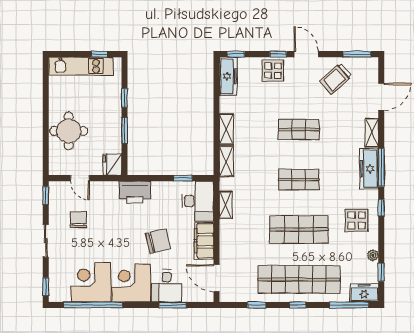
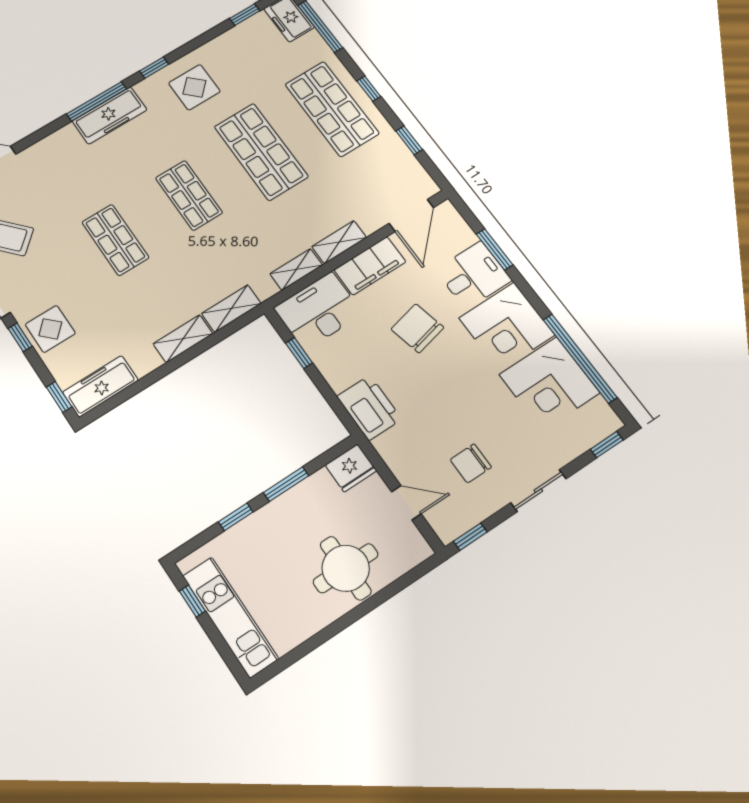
shelving: (372, 133) -> (339, 242), moved
door: (80, 178) -> (406, 503), hinge flipped
plant: (373, 255) -> (229, 38), removed
shop shelf: (299, 280) -> (332, 109), width x0.71

